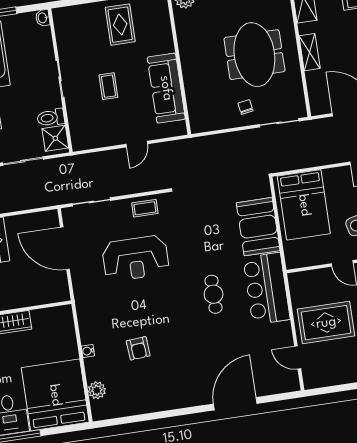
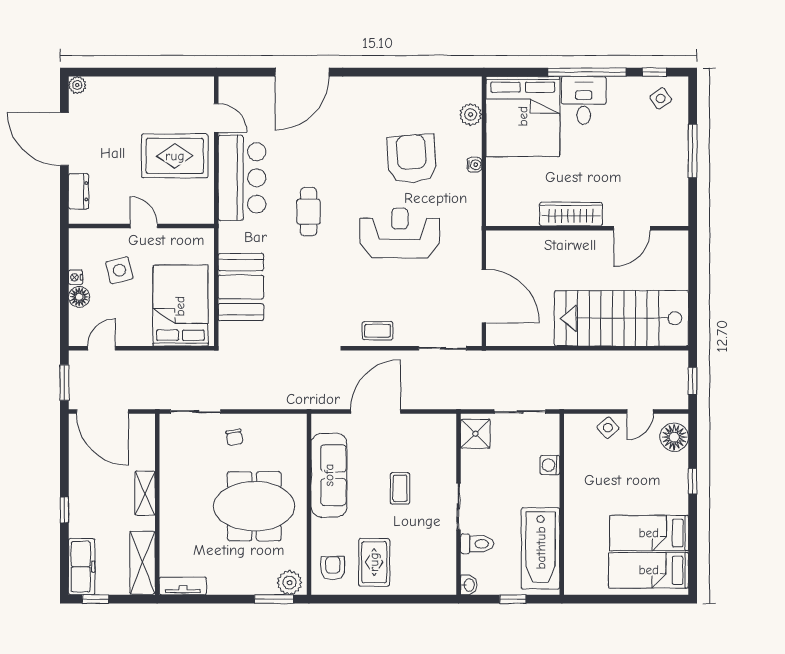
armchair: (152, 15) -> (333, 568), added
meeting table: (254, 55) -> (254, 506), moved, turned 90
toilet: (51, 118) -> (477, 544), moved
door: (137, 144) -> (376, 412), width x1.87
reception desk: (136, 258) -> (400, 233), moved
bar counter: (267, 289) -> (242, 178), moved
armchair: (138, 348) -> (412, 159), width x1.88, depth x1.88

